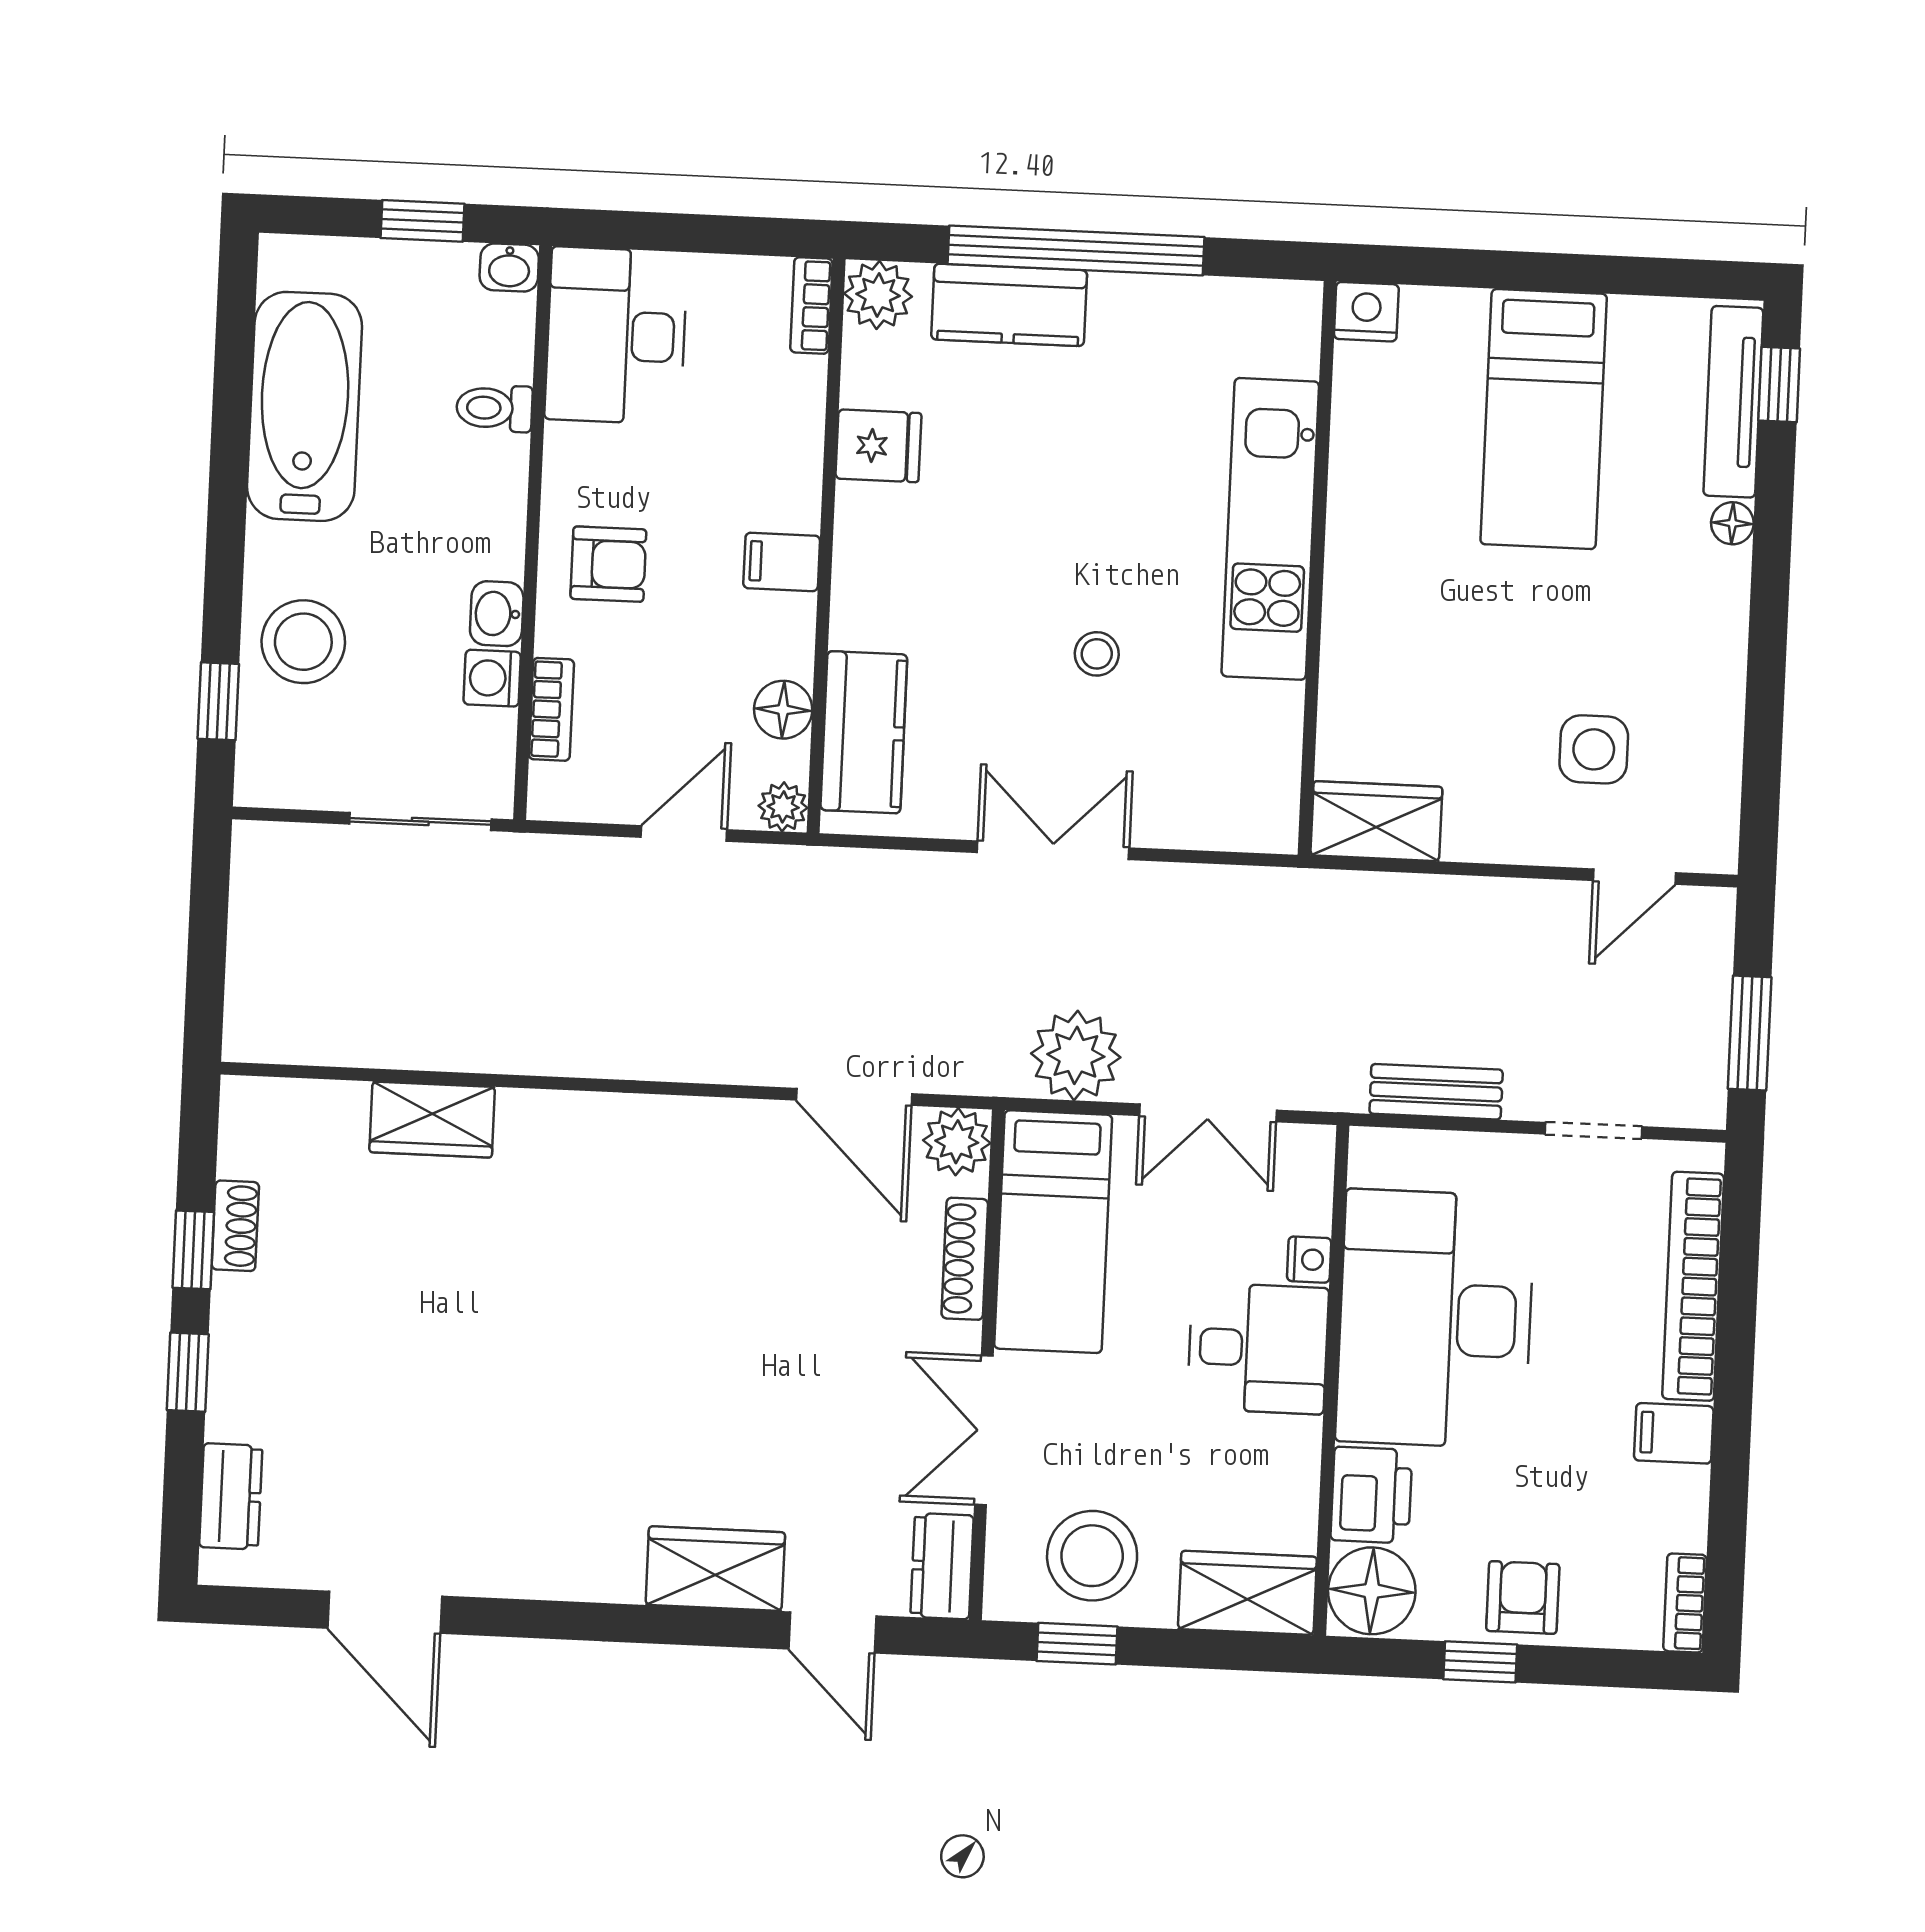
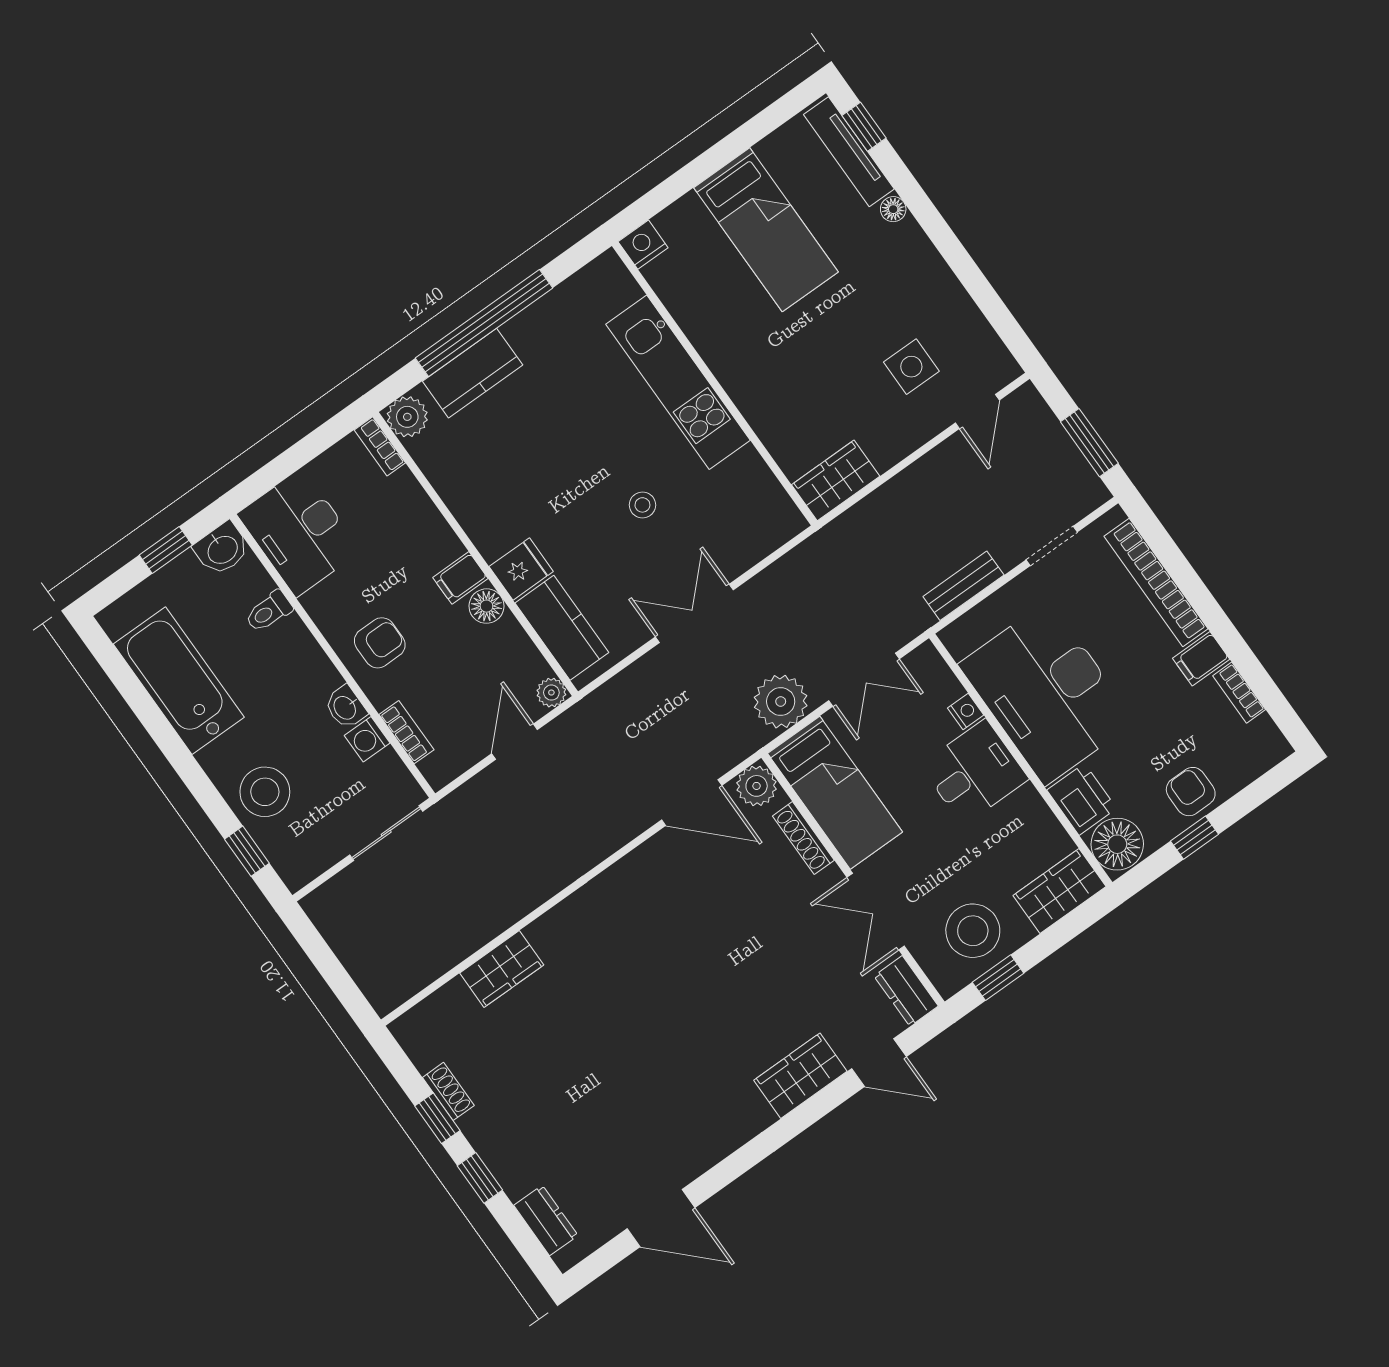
washbasin: (509, 268) -> (222, 549), width x1.38, depth x1.45
fridge: (878, 446) -> (521, 569), moved
floor lamp: (783, 710) -> (486, 606), moved
bookcase: (1685, 1603) -> (1239, 693), moved

